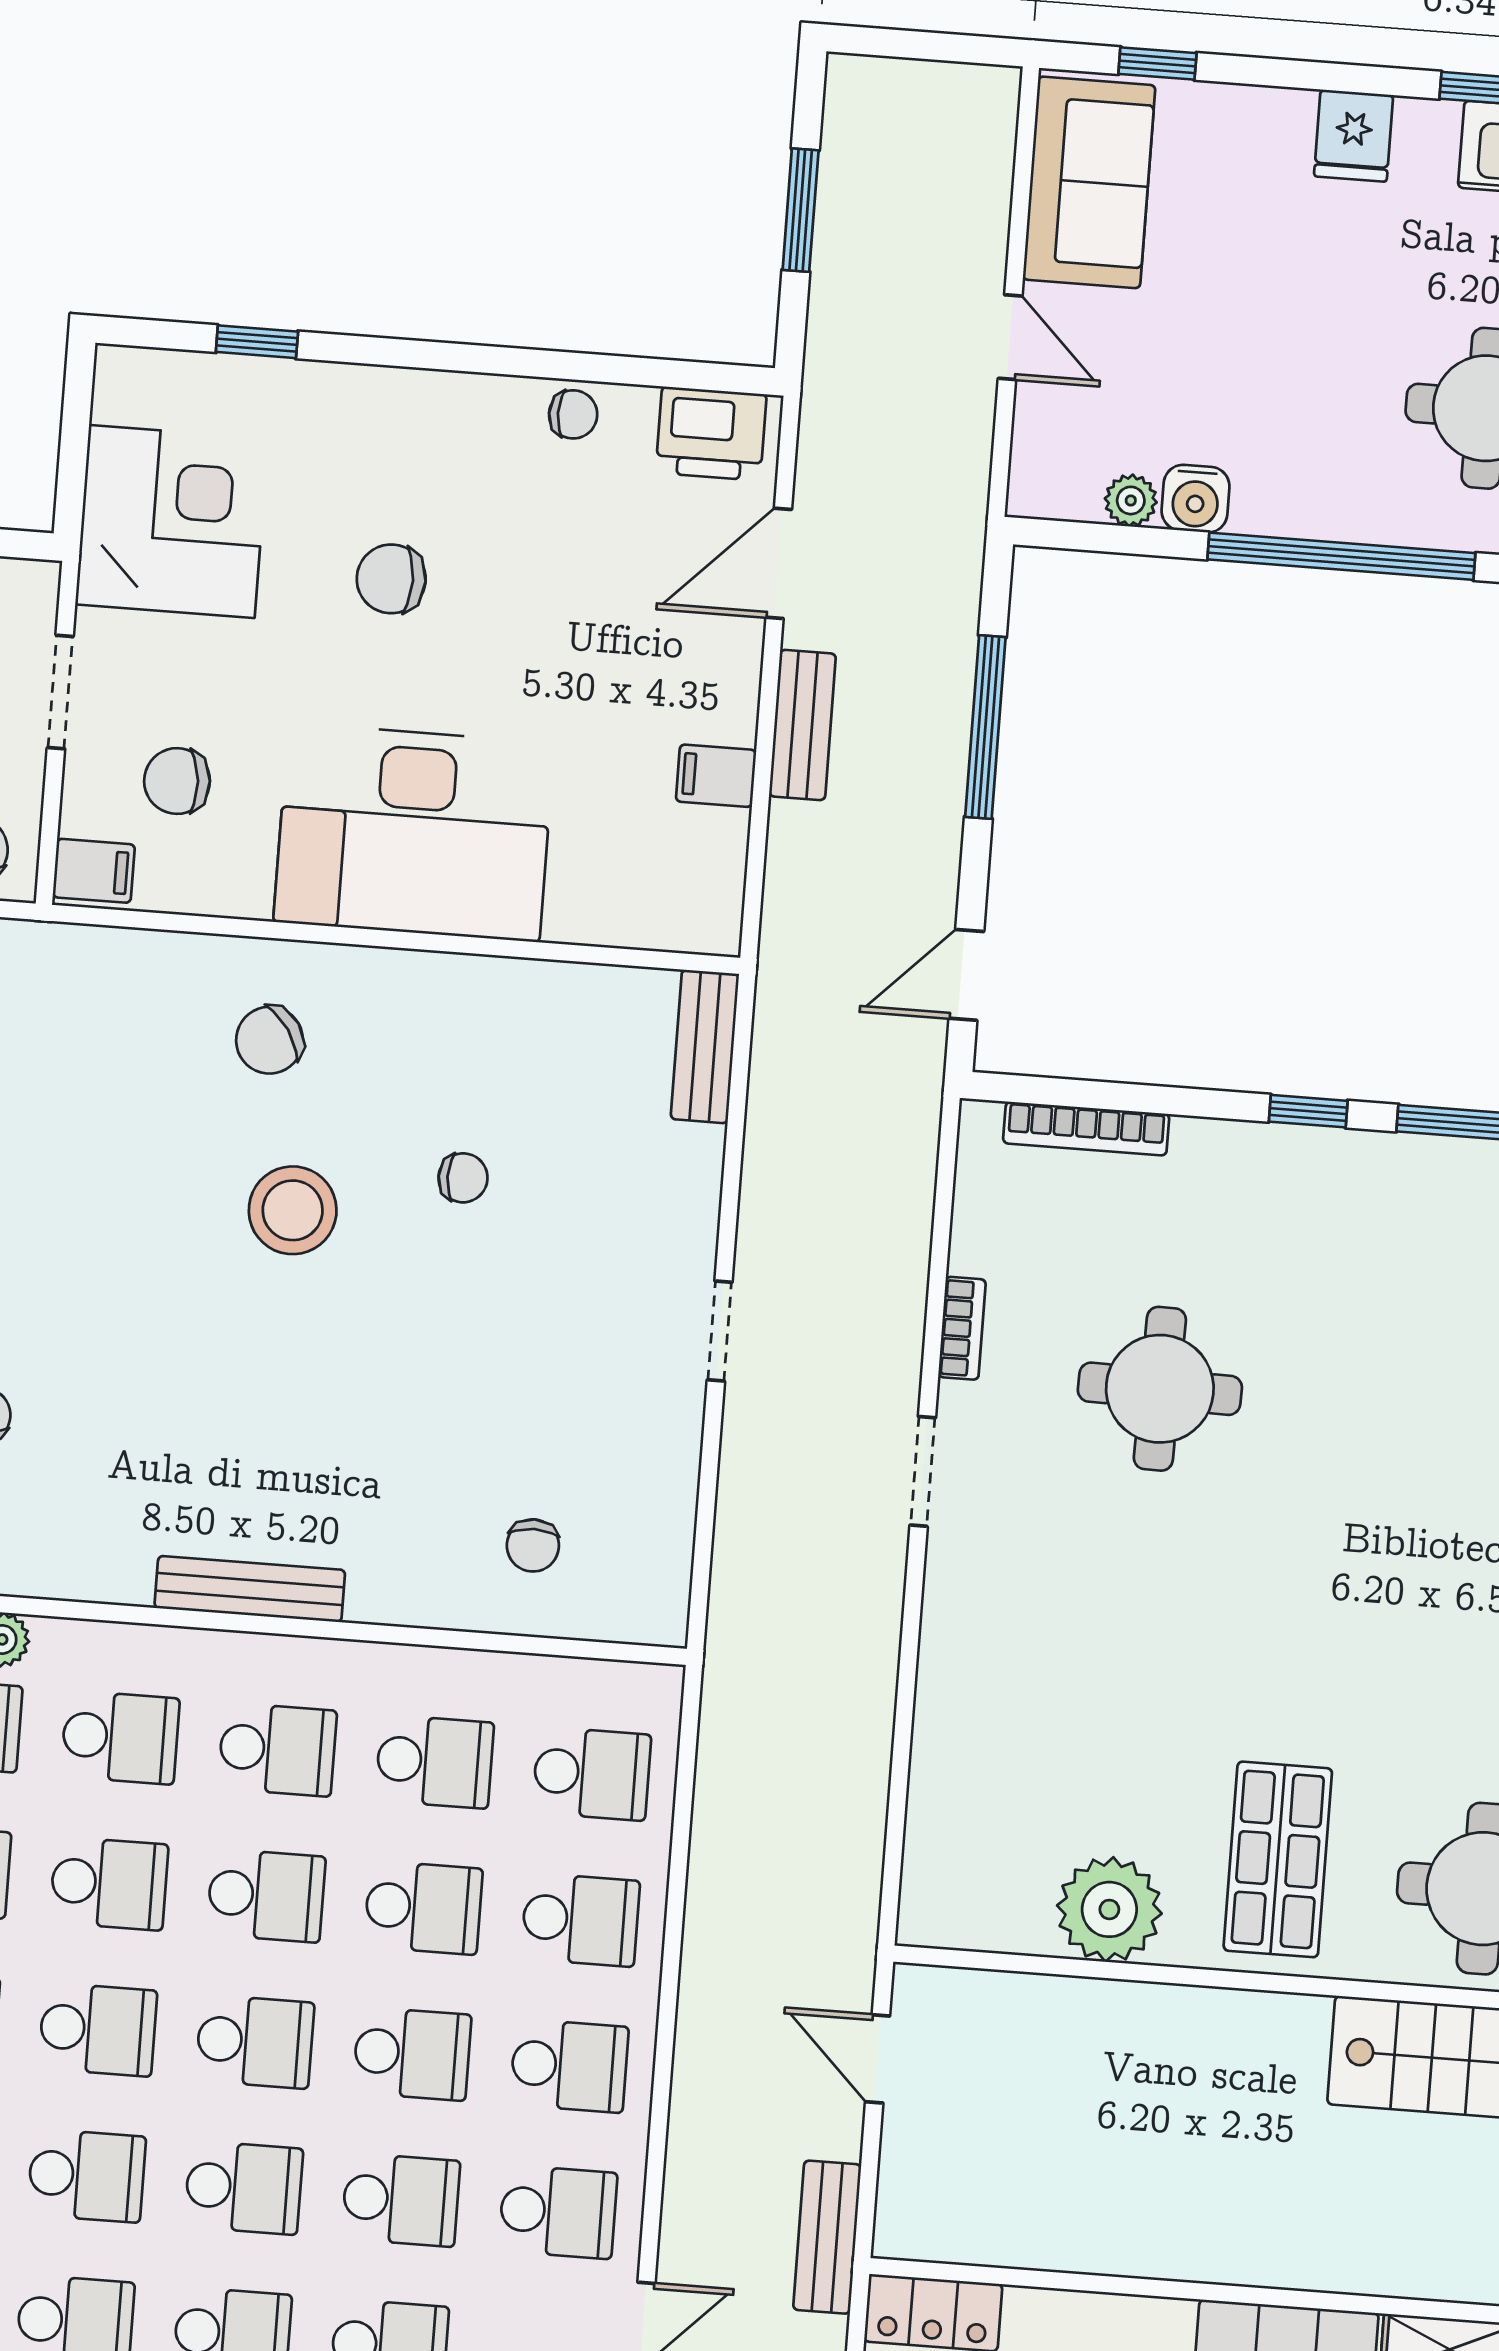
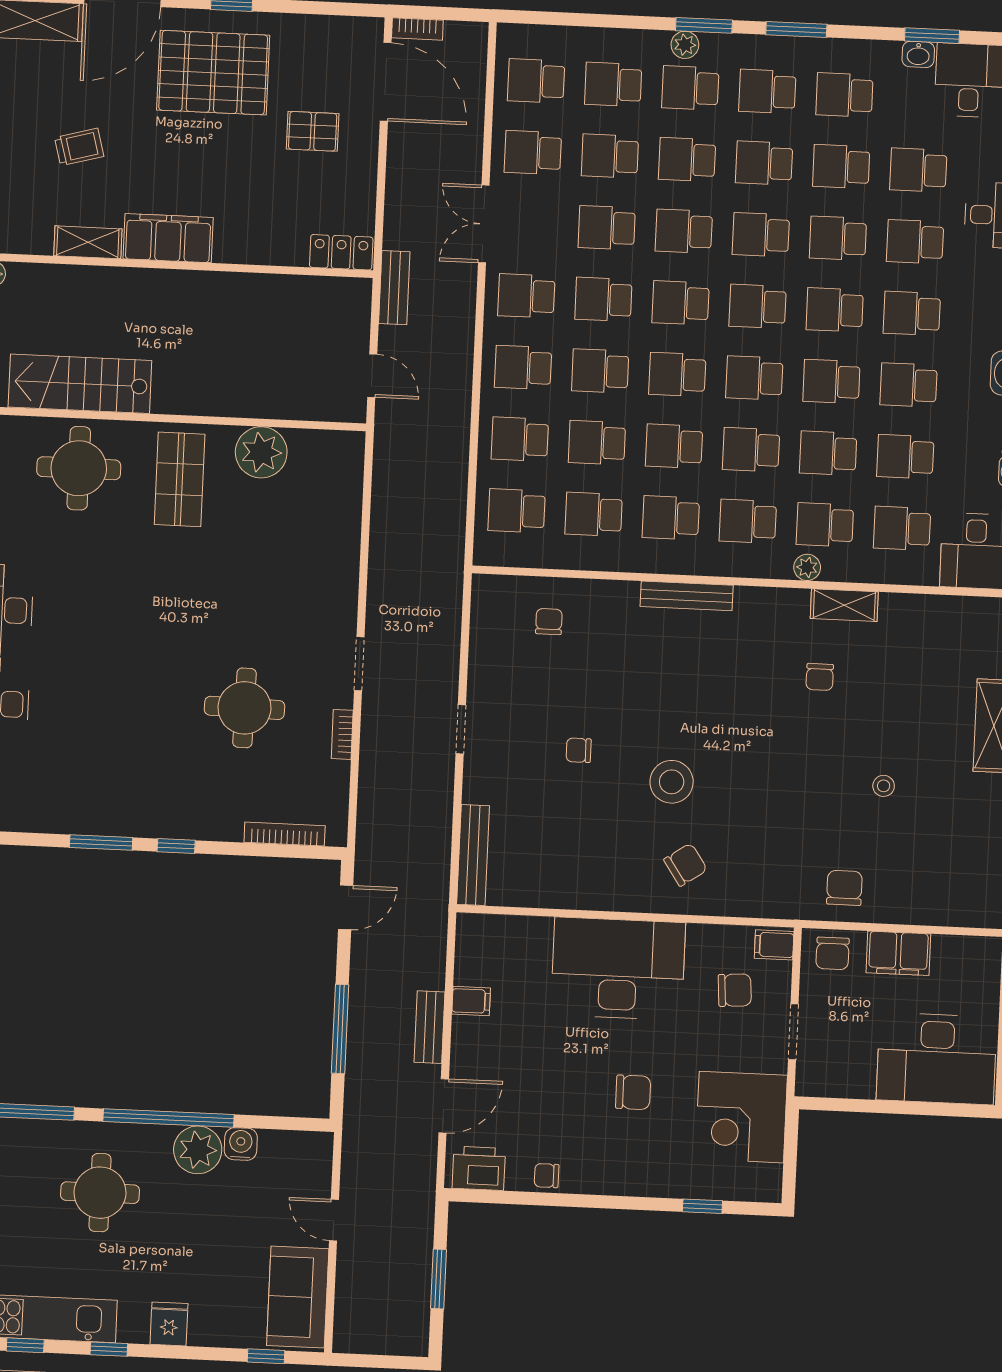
plant: (1131, 500) -> (198, 1150), moved, width x1.88, depth x1.88
bench: (705, 1046) -> (473, 855), width x1.36
chair: (463, 1178) -> (579, 750), moved

